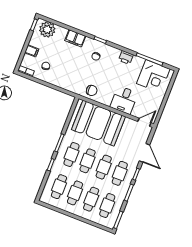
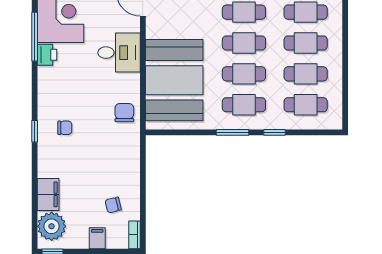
filing cabinet: (75, 38) -> (48, 194), moved
printer: (126, 57) -> (47, 55), moved

